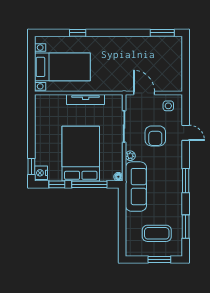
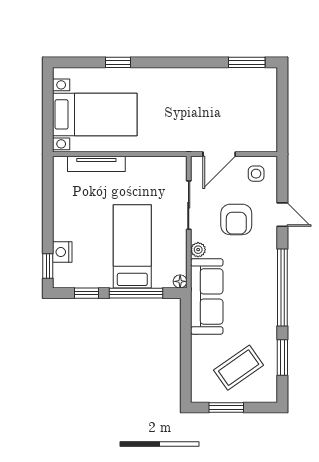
door: (144, 93) -> (219, 154), swing flipped
tv unit: (86, 99) -> (96, 164), moved
bed: (81, 154) -> (132, 246), width x0.67
nightstand: (41, 173) -> (62, 252), moved
window: (186, 181) -> (282, 287), width x2.11
coffee table: (157, 233) -> (239, 368), turned -35
window: (159, 259) -> (226, 407), moved

